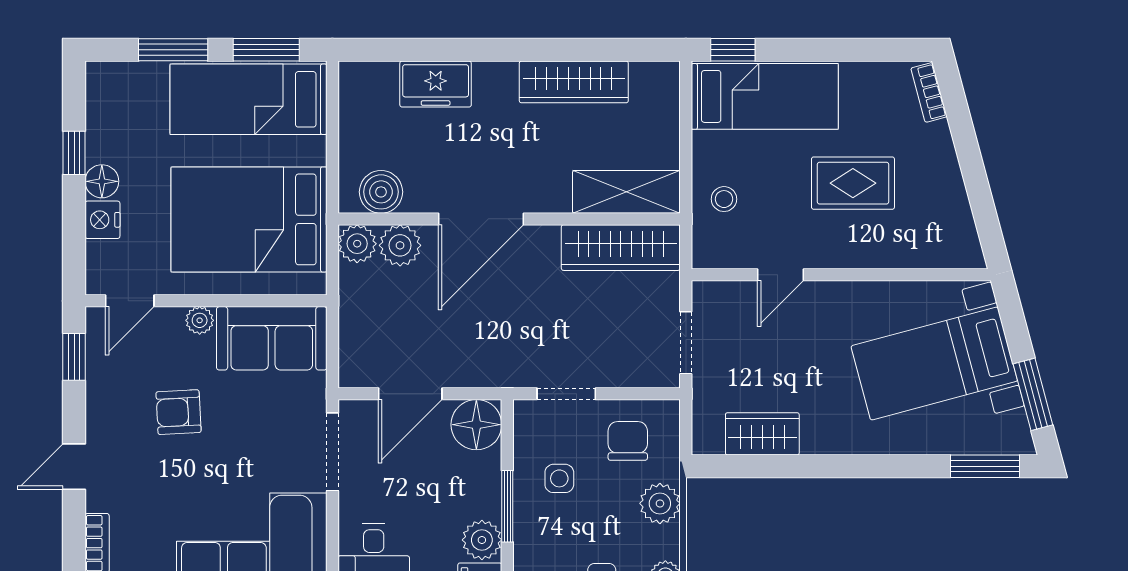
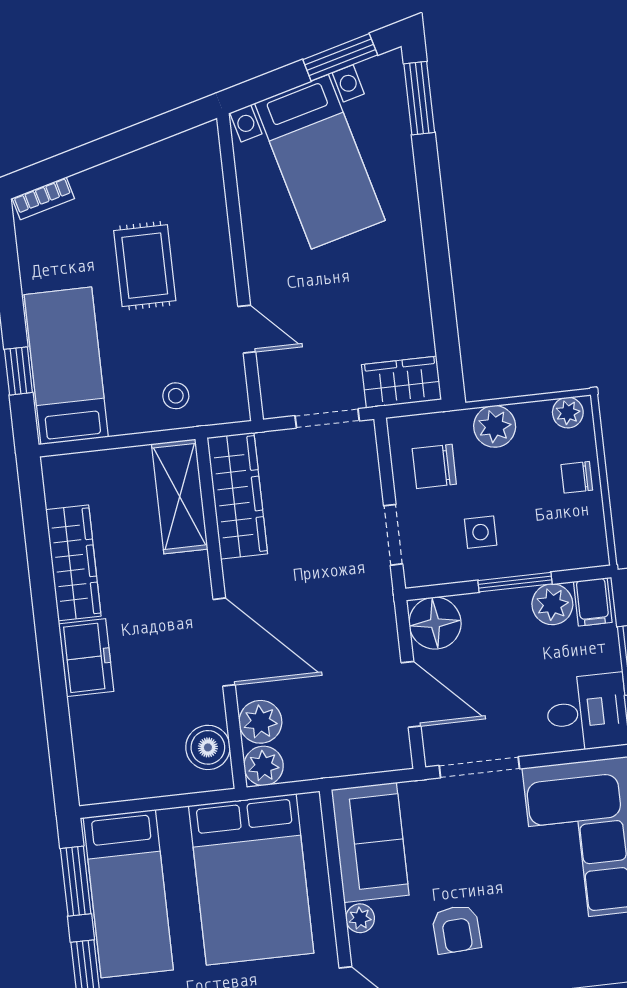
window: (733, 50) -> (18, 371), moved
freezer: (436, 84) -> (86, 658), moved
wardrobe: (762, 434) -> (402, 382), moved, turned 90

